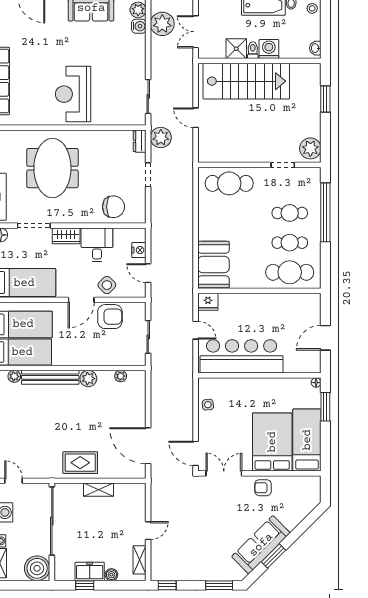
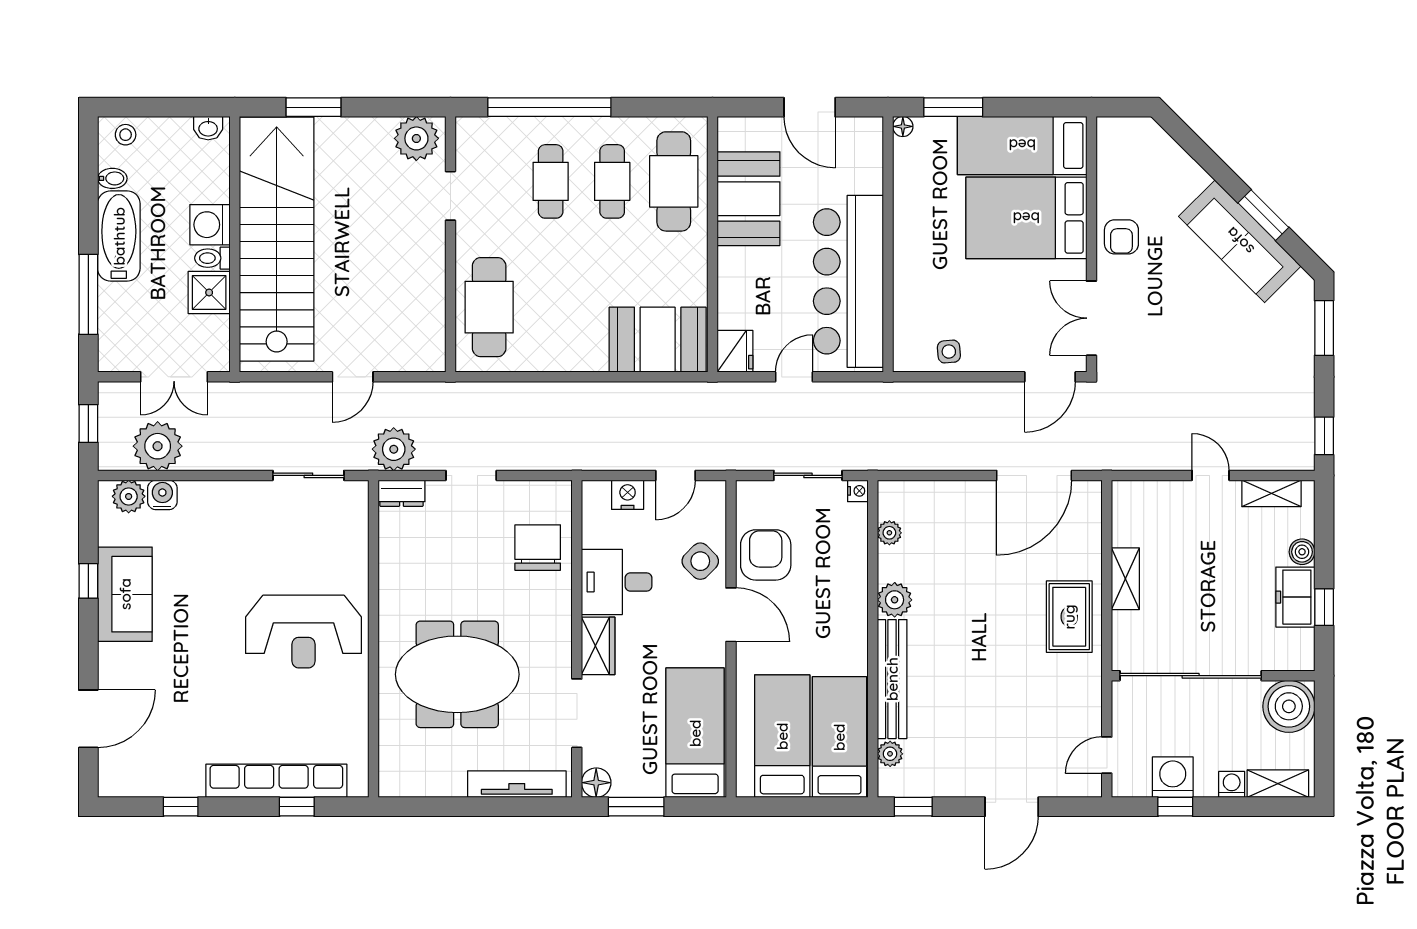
stairs: (246, 81) -> (277, 239), width x1.36
booth: (281, 308) -> (748, 199), added
nightstand: (141, 361) -> (858, 491), added

